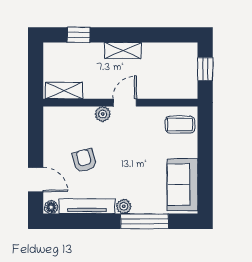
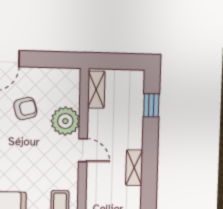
shelving: (123, 50) -> (134, 168), moved
plant: (103, 114) -> (65, 121), width x1.88, depth x1.88

